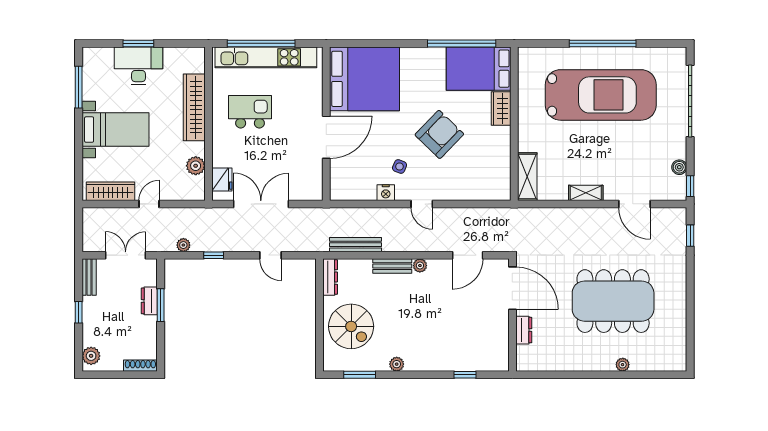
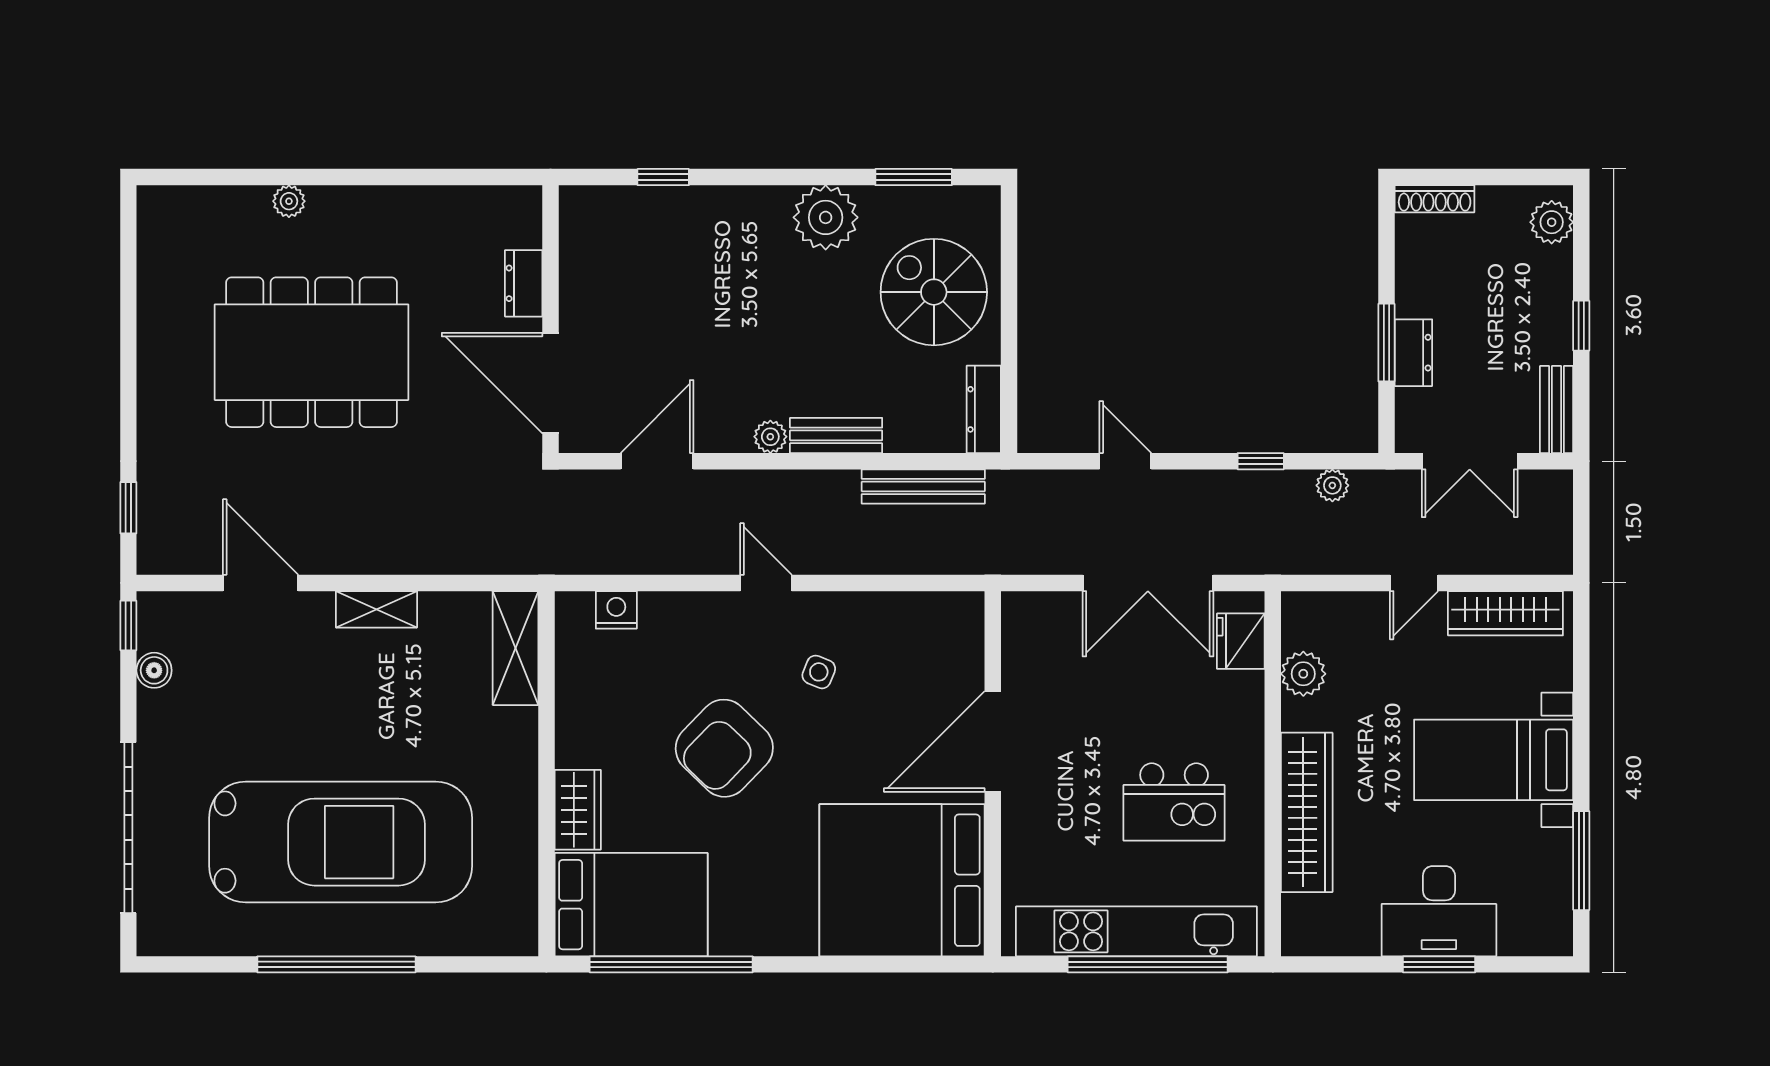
car: (601, 95) -> (341, 842), turned 180
nightstand: (386, 193) -> (616, 610), moved
plant: (397, 364) -> (826, 217), width x1.88, depth x1.88

